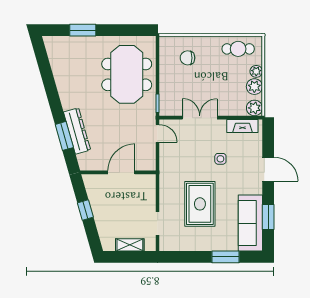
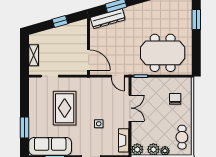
dresser: (77, 131) -> (108, 19), moved
door: (158, 133) -> (118, 76), hinge flipped
door: (121, 172) -> (89, 60), moved
rug: (200, 204) -> (65, 108), turned 90

